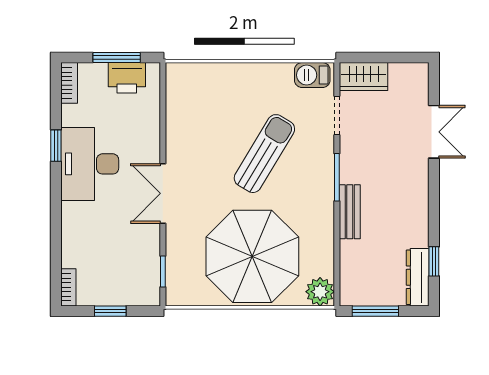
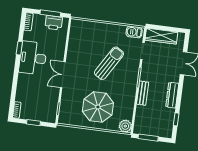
wardrobe: (364, 77) -> (161, 36), width x1.50
parasol: (252, 256) -> (98, 107), width x0.73, depth x0.73
dresser: (418, 277) -> (172, 95), moved

